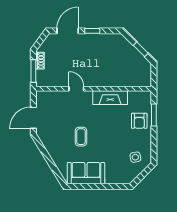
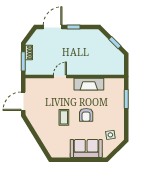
door: (76, 89) -> (60, 76), hinge flipped
armchair: (139, 121) -> (86, 115), moved
sofa: (86, 173) -> (86, 148), moved

